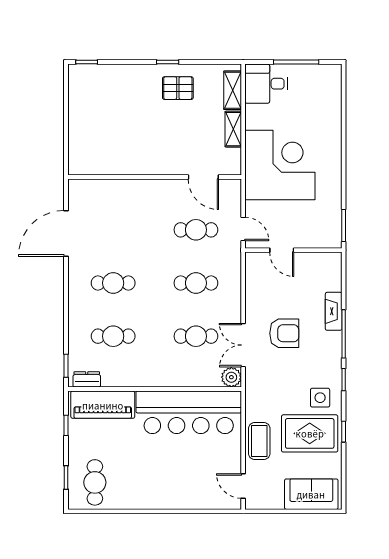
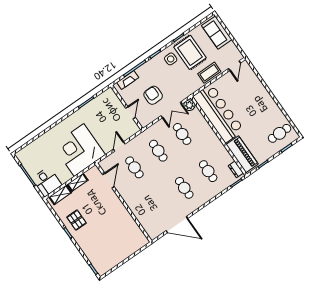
door: (282, 250) -> (130, 113), moved
wall: (293, 250) -> (127, 108), moved

